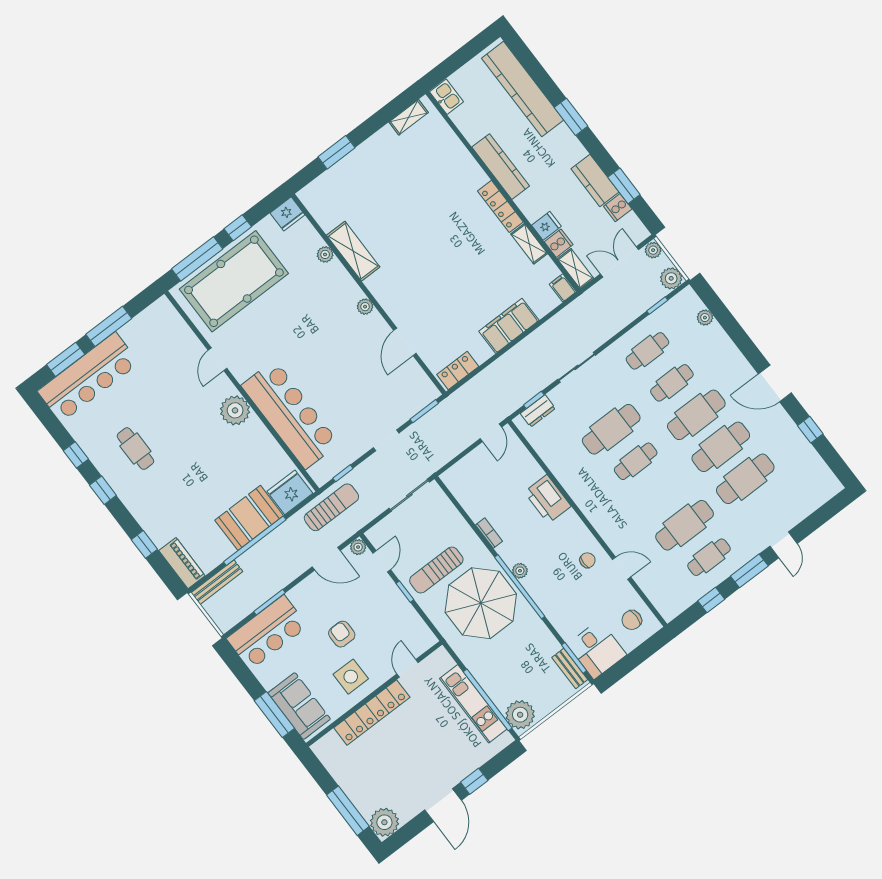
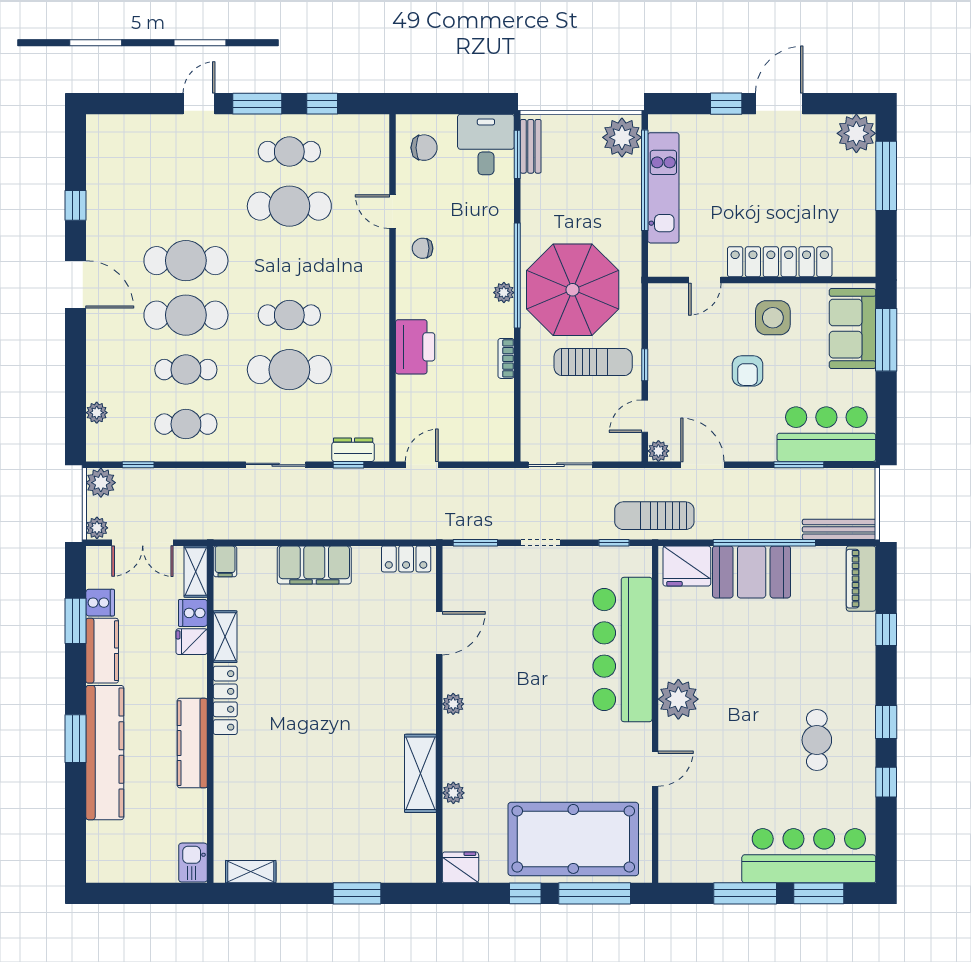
kitchen counter: (523, 89) -> (105, 753), moved
cafe table: (745, 479) -> (186, 206), removed

